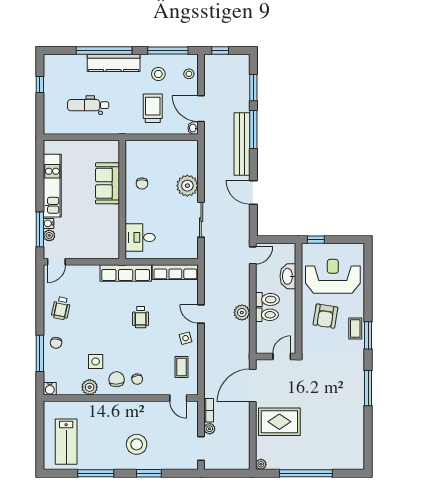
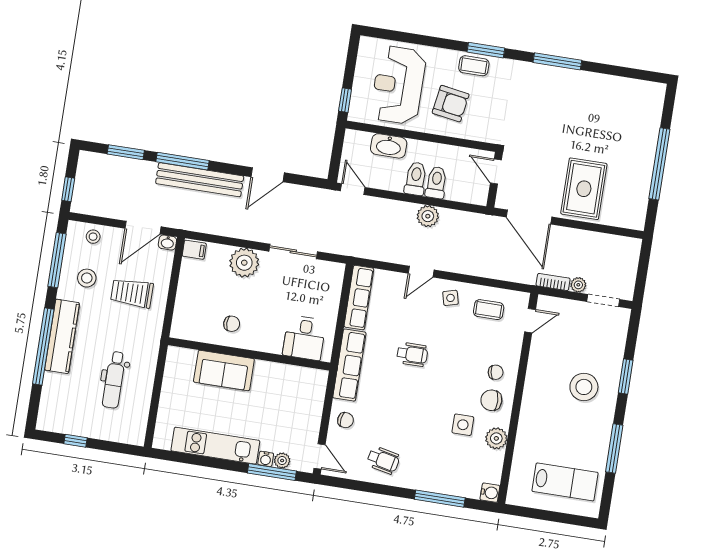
filing cabinet: (191, 148) -> (194, 250), added
chair: (56, 343) -> (346, 420), moved
plant: (261, 464) -> (638, 223), removed

